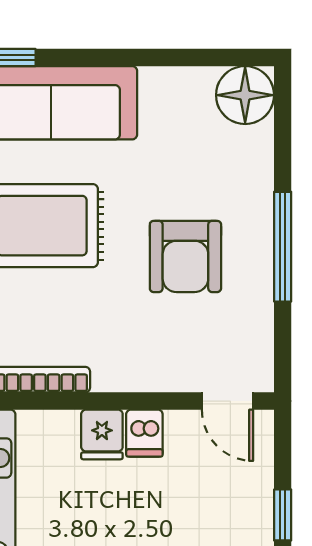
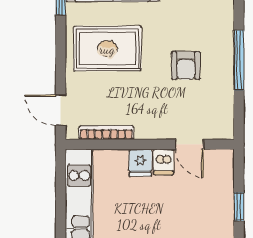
armchair: (185, 256) -> (186, 65), width x0.72, depth x0.72
door: (227, 401) -> (190, 144), moved

